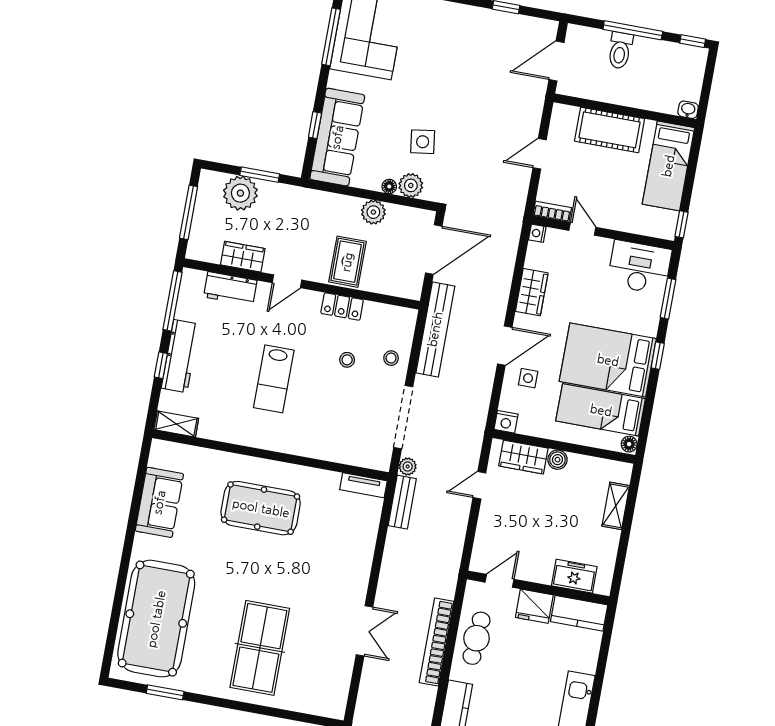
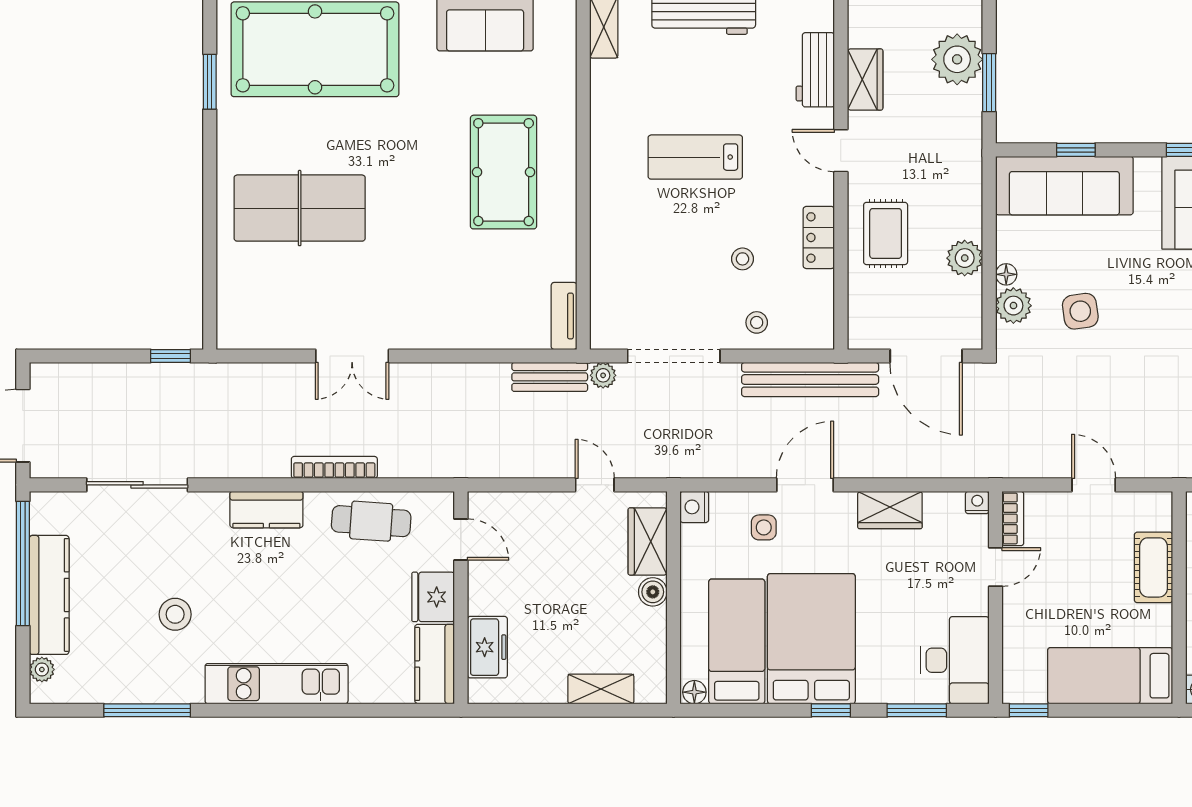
cot: (610, 130) -> (1153, 567), width x0.73, depth x0.75
rug: (347, 262) -> (886, 233), turned 90
door: (505, 346) -> (805, 485), swing flipped
bookcase: (437, 642) -> (334, 467), width x0.68, depth x0.76

